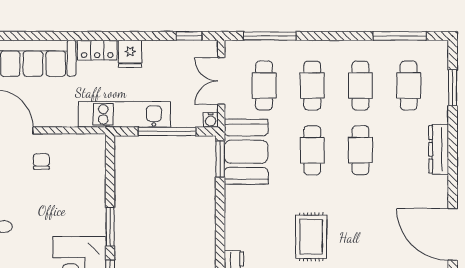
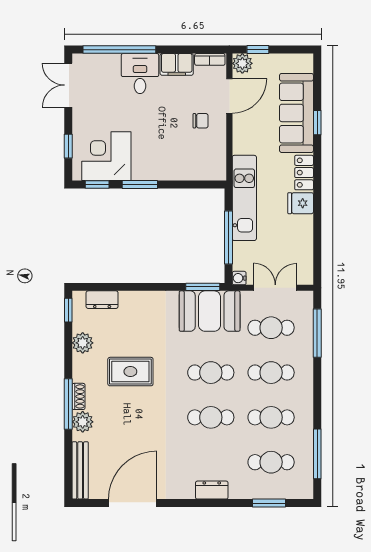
window: (189, 36) -> (317, 123), moved
dresser: (439, 149) -> (212, 490), width x0.70

